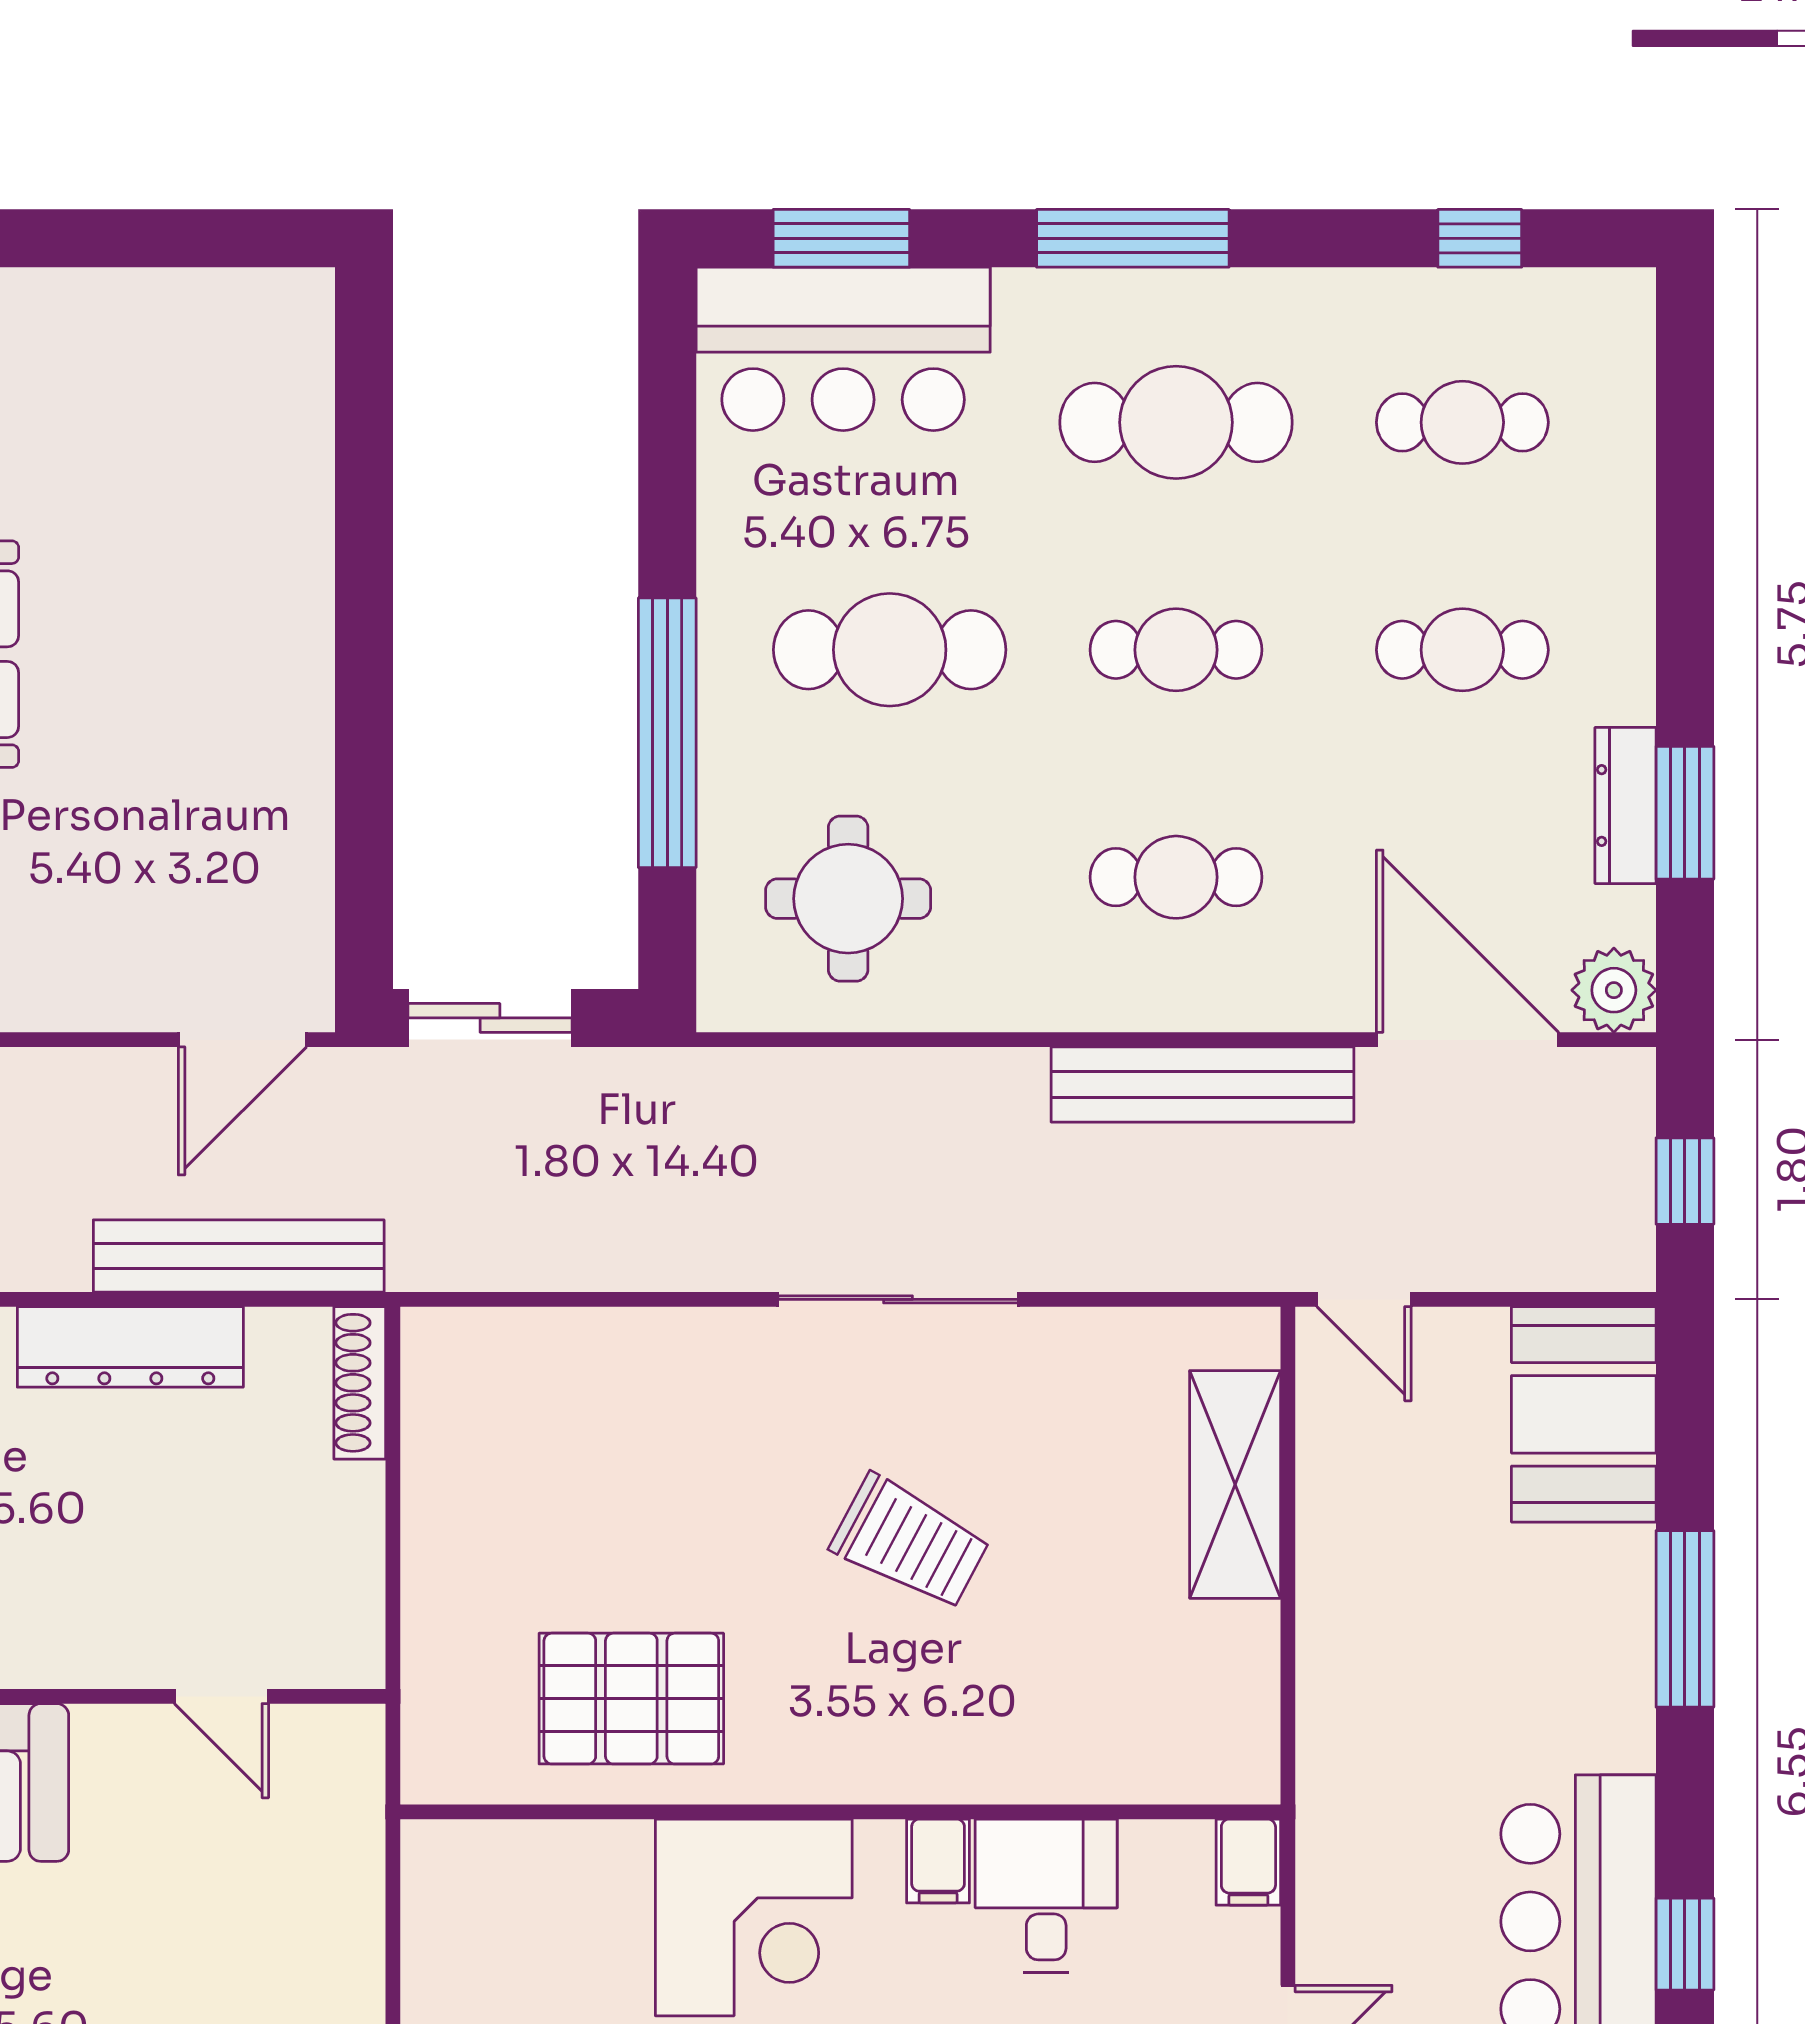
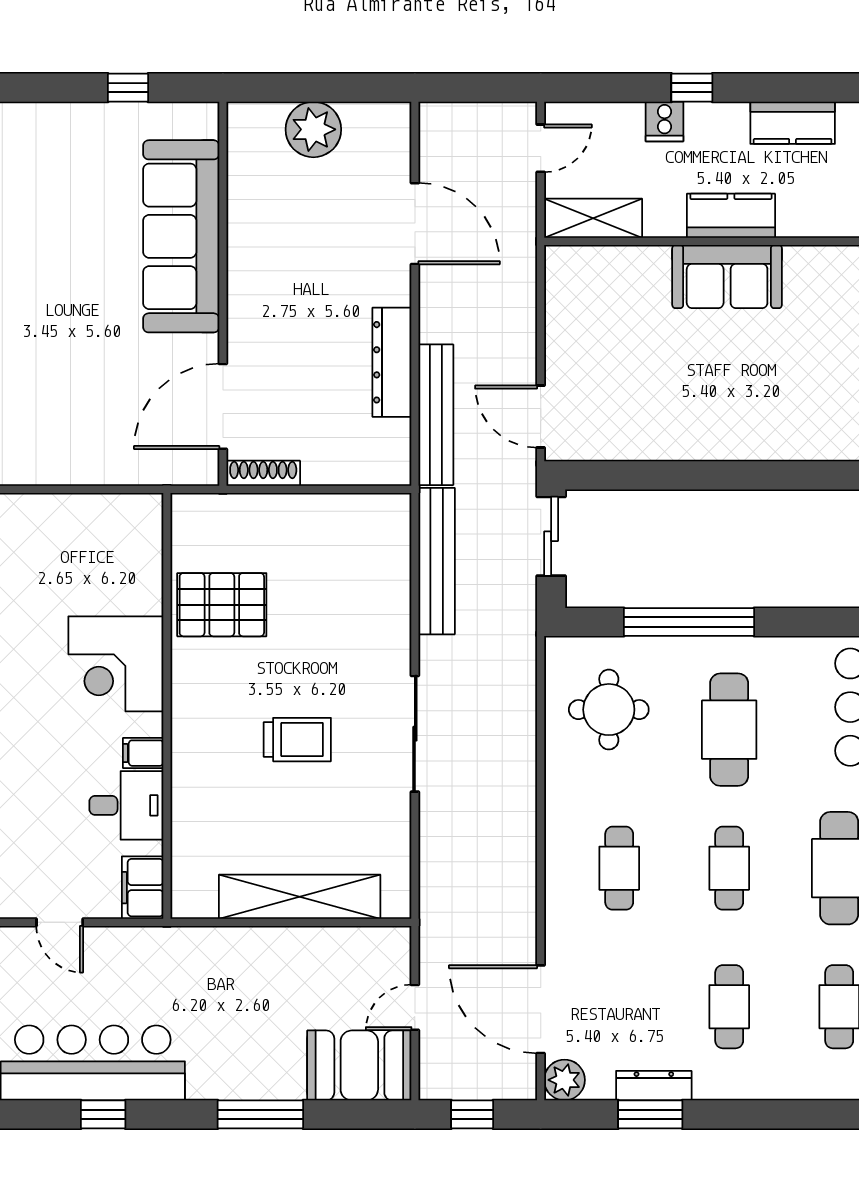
door: (1468, 1040) -> (541, 1009), swing flipped
bench: (1202, 1084) -> (437, 561), moved
door: (1364, 1299) -> (415, 1007), moved
shoe rack: (360, 1383) -> (263, 473), moved
shelving: (1235, 1484) -> (300, 897), width x1.47
trolley: (910, 1542) -> (297, 740), turned -118
door: (222, 1696) -> (223, 406), width x1.87
pallet: (631, 1699) -> (222, 605), turned 90
filing cabinet: (1248, 1862) -> (143, 888), width x2.00

